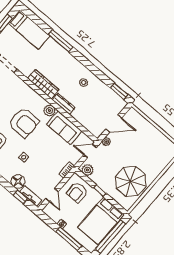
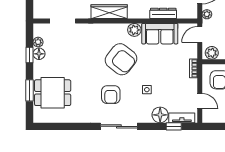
dresser: (64, 104) -> (163, 13), moved
armchair: (24, 122) -> (121, 59), turned 38

